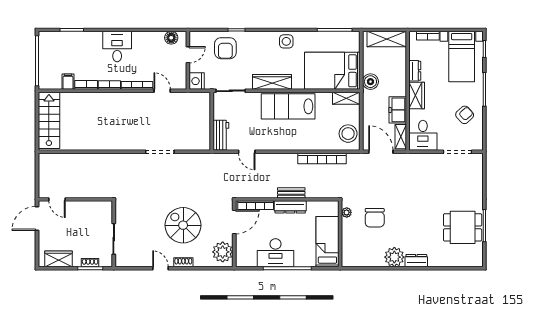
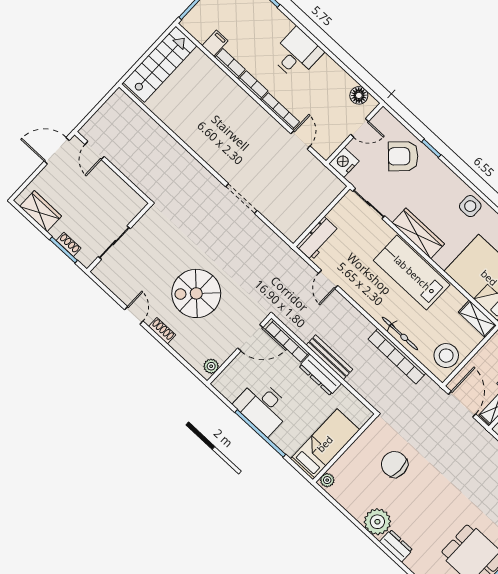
armchair: (225, 48) -> (403, 156), turned 46
bicycle: (312, 145) -> (400, 333), added
bench: (291, 193) -> (329, 357), width x1.36
plant: (347, 212) -> (327, 480), moved
chair: (375, 218) -> (394, 464), turned 90
spiral stairs: (183, 225) -> (196, 293), turned -90
plant: (223, 252) -> (211, 366), width x0.53, depth x0.53

